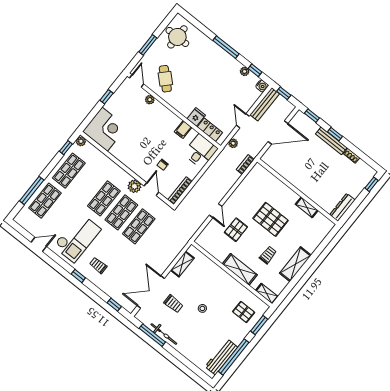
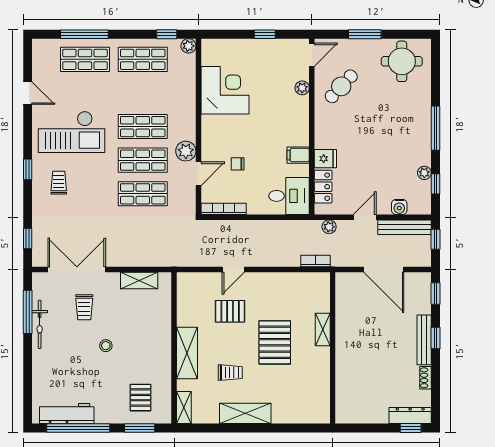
water cooler: (262, 86) -> (399, 207), moved
corner desk: (105, 129) -> (225, 90), moved, turned -90
shelving: (307, 207) -> (323, 330), moved
dresser: (342, 207) -> (410, 416), moved

